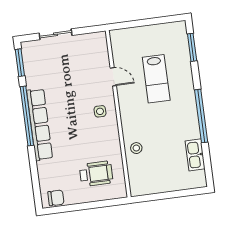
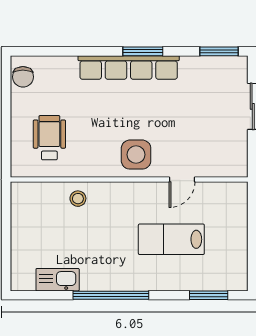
side table: (100, 111) -> (136, 155), width x1.87, depth x1.87
window: (27, 116) -> (143, 51), width x0.47
wheelchair: (96, 174) -> (49, 138), turned 180

